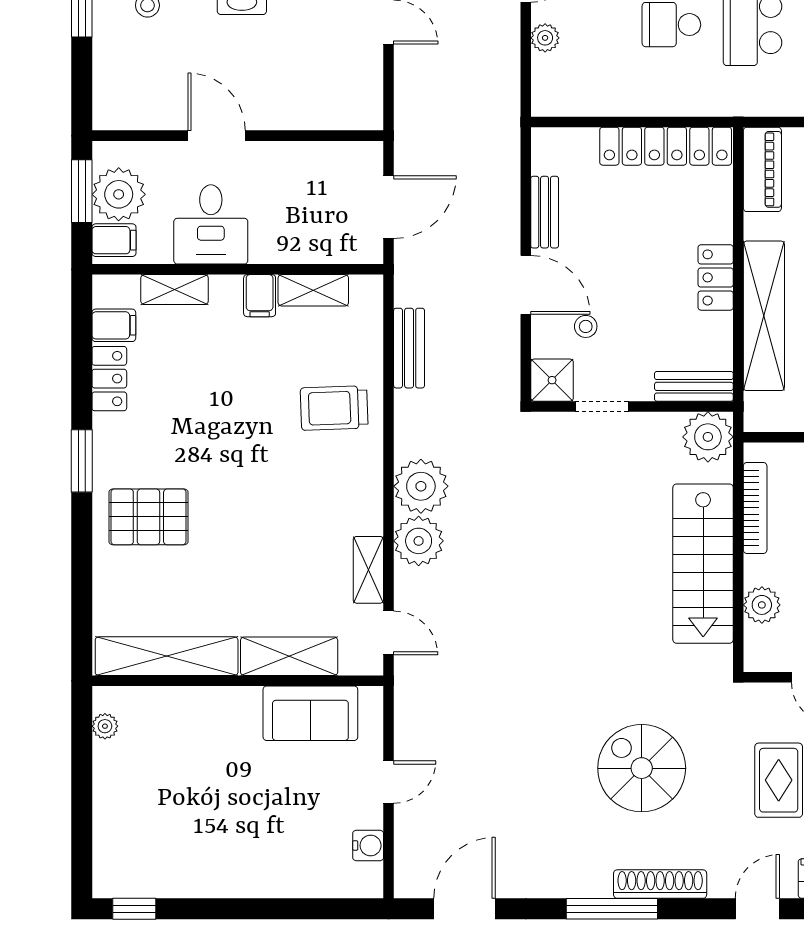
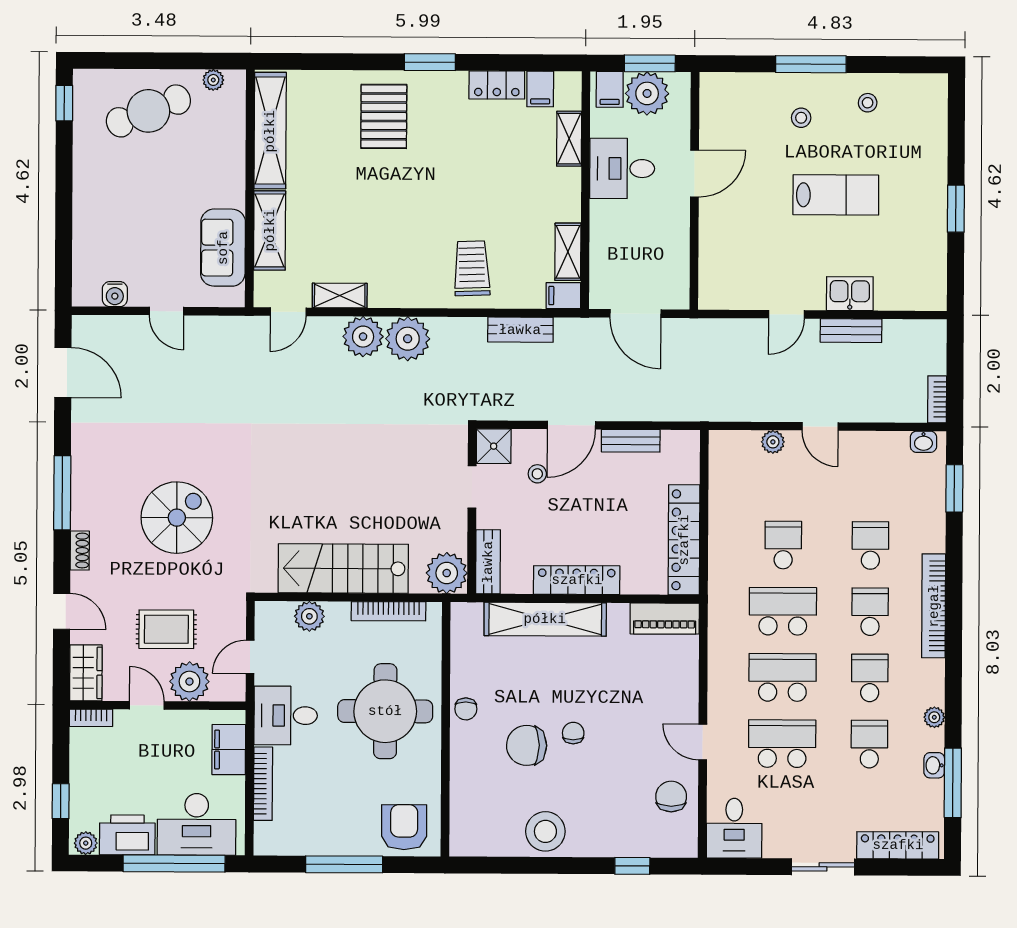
locker: (716, 277) -> (577, 580), width x1.53
filing cabinet: (260, 296) -> (563, 296), moved
cafe table: (143, 805) -> (148, 111), added
shoe rack: (660, 884) -> (80, 550), width x0.51, depth x0.81

